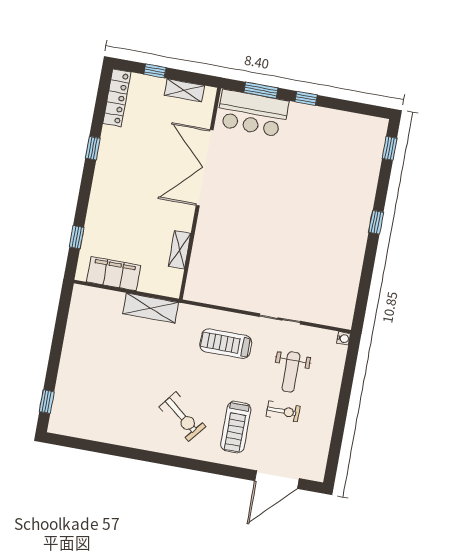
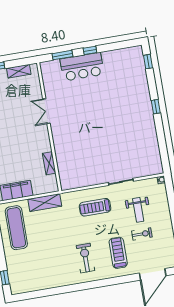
bar counter: (253, 113) -> (82, 67), moved
double door: (205, 168) -> (46, 111), width x0.54
exercise mat: (93, 331) -> (16, 228), added
exercise bike: (182, 417) -> (85, 258), turned -129
treadmill: (236, 427) -> (118, 253), turned 180

